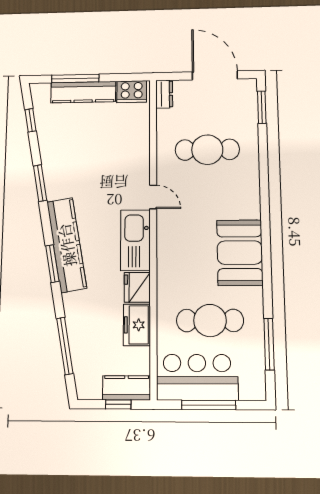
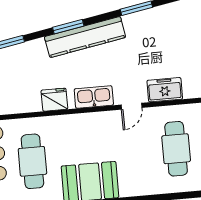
kitchen sink: (135, 240) -> (94, 97), width x0.73, depth x0.81
freezer: (137, 325) -> (165, 90), moved

